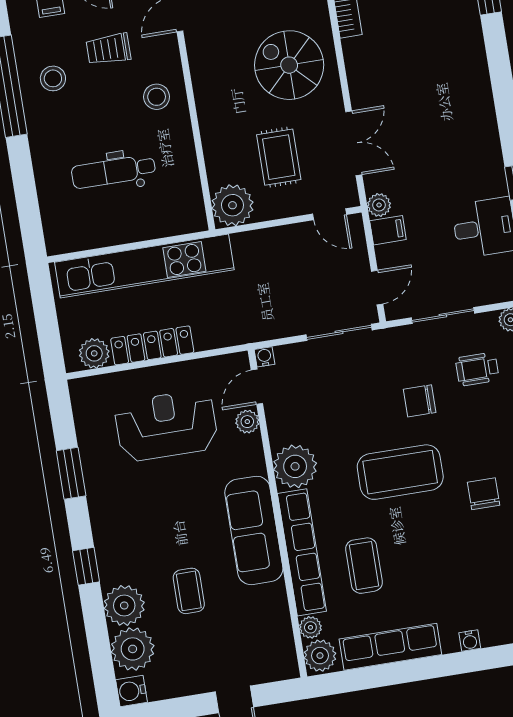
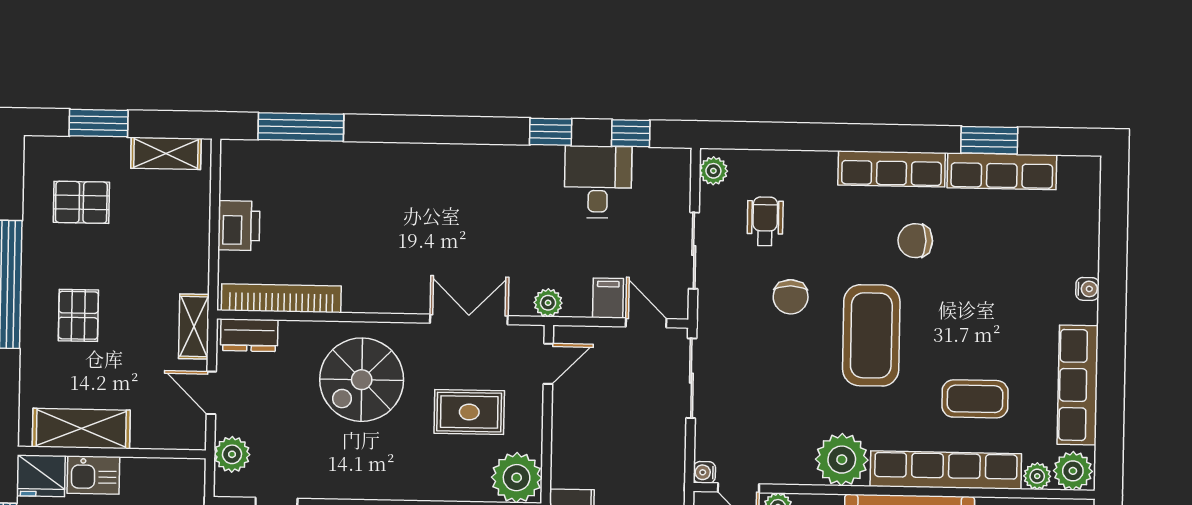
filing cabinet: (388, 230) -> (608, 298), moved
wheelchair: (477, 369) -> (765, 221), turned 180

